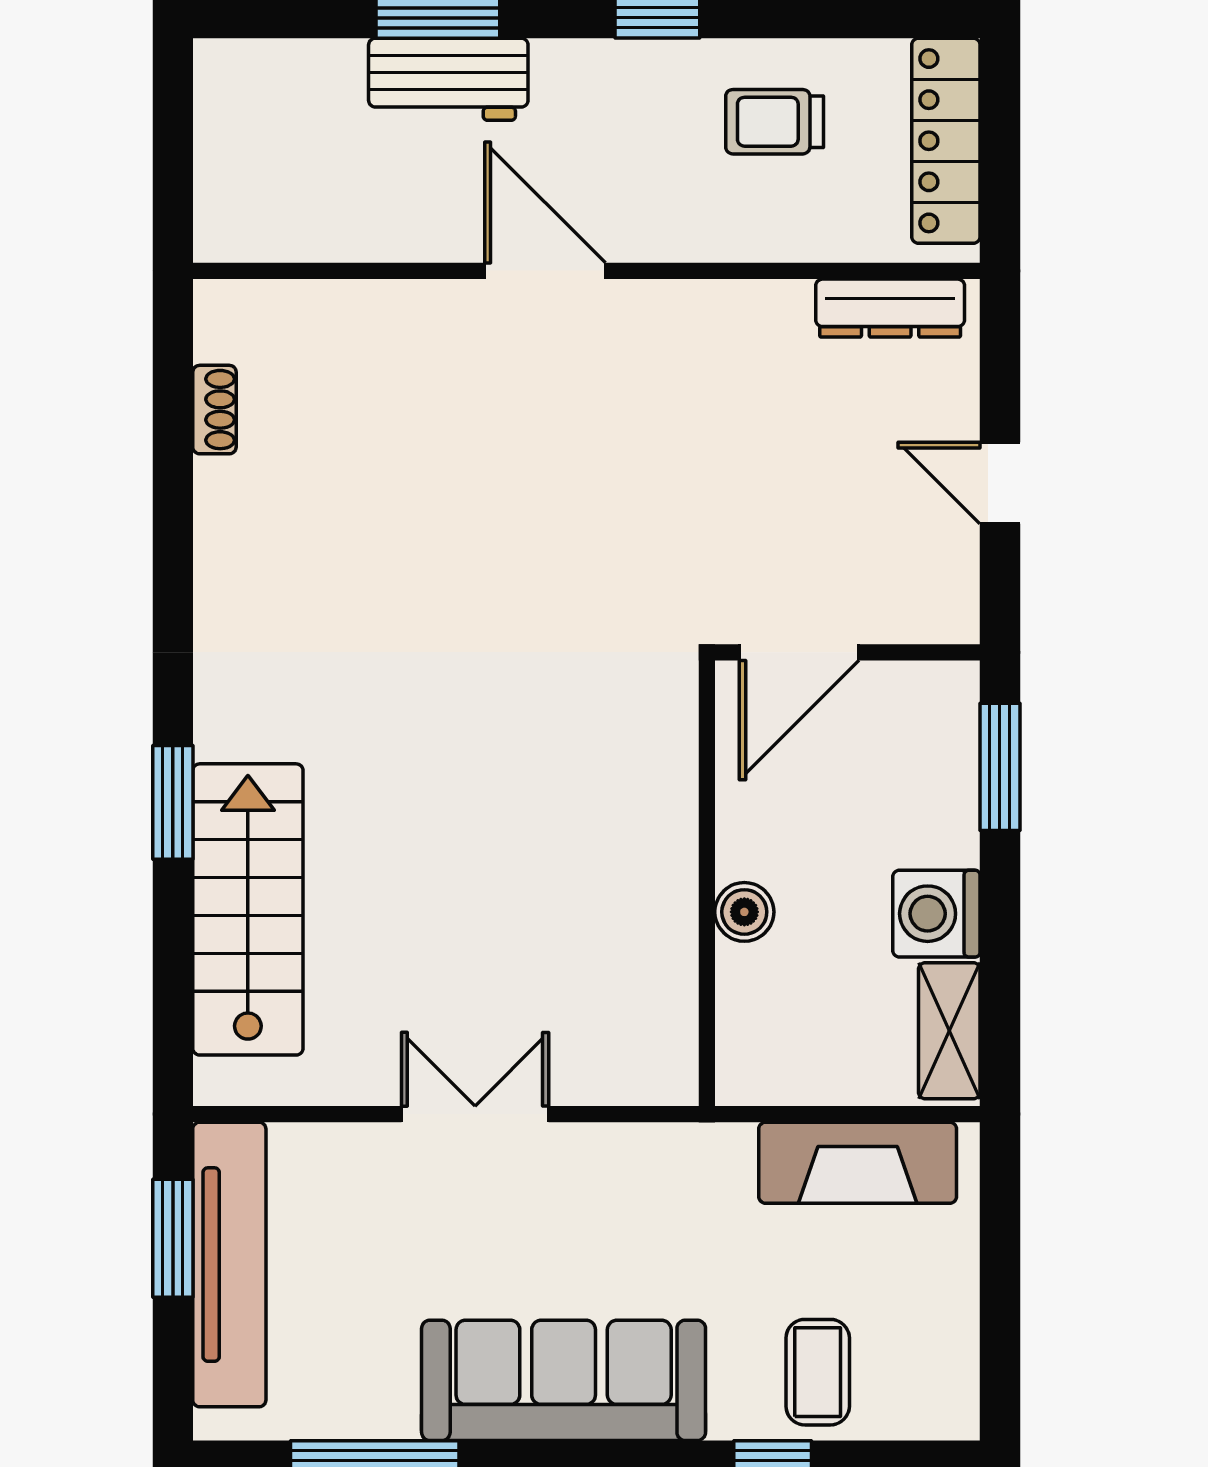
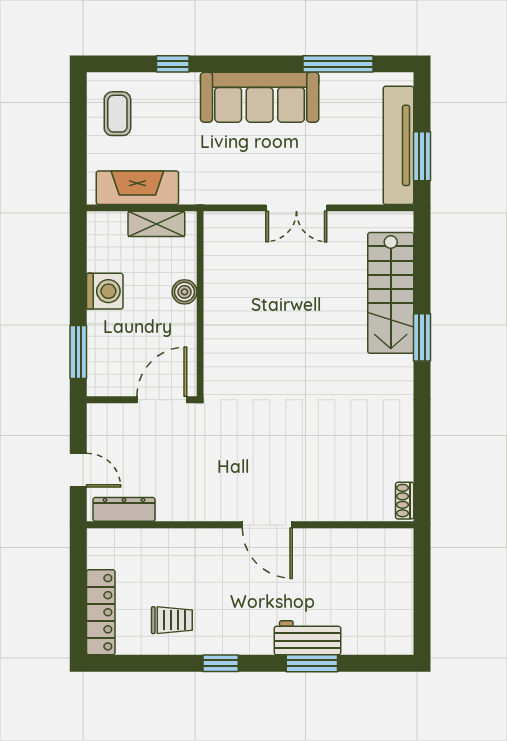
door: (545, 271) -> (267, 525), moved
wall: (586, 271) -> (250, 525), moved
dresser: (890, 308) -> (124, 509), moved
shelving: (949, 1031) -> (156, 224), moved, turned 90
coffee table: (818, 1372) -> (117, 114), moved

